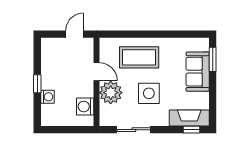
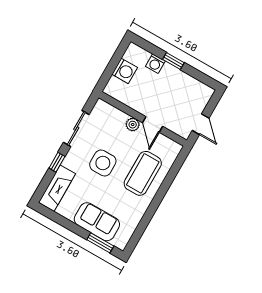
door: (96, 72) -> (153, 125), hinge flipped
plant: (111, 93) -> (133, 125), width x0.53, depth x0.53
washing machine: (85, 107) -> (125, 71), moved, turned 90
window: (191, 130) -> (57, 162), moved

